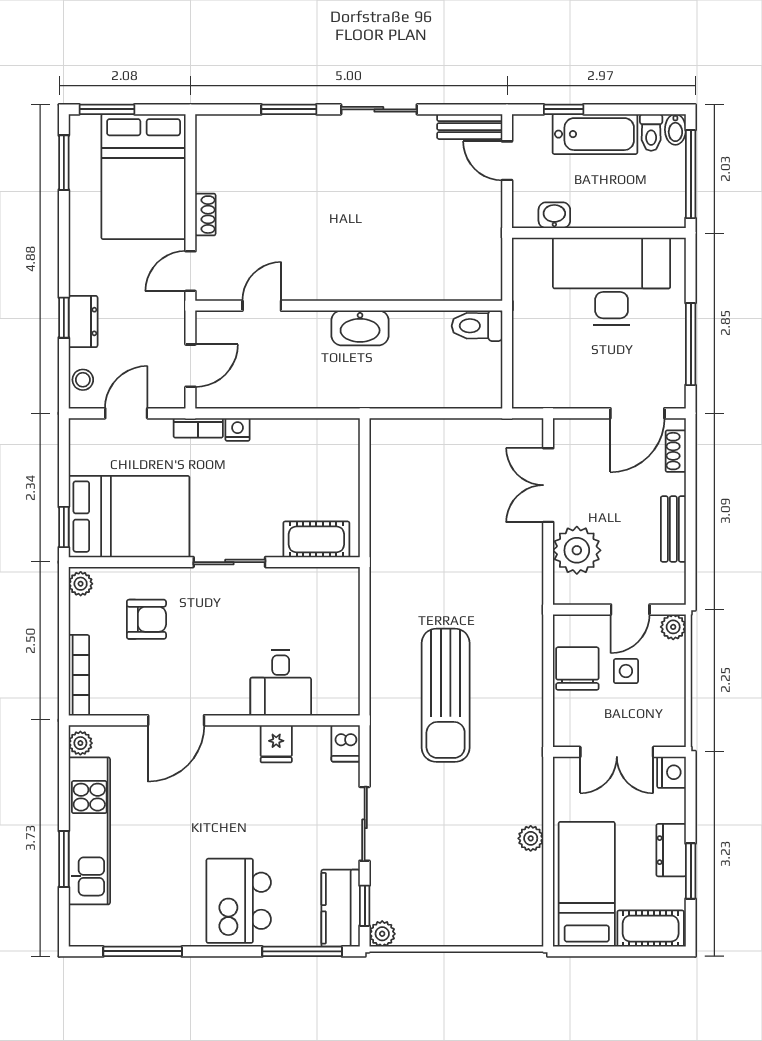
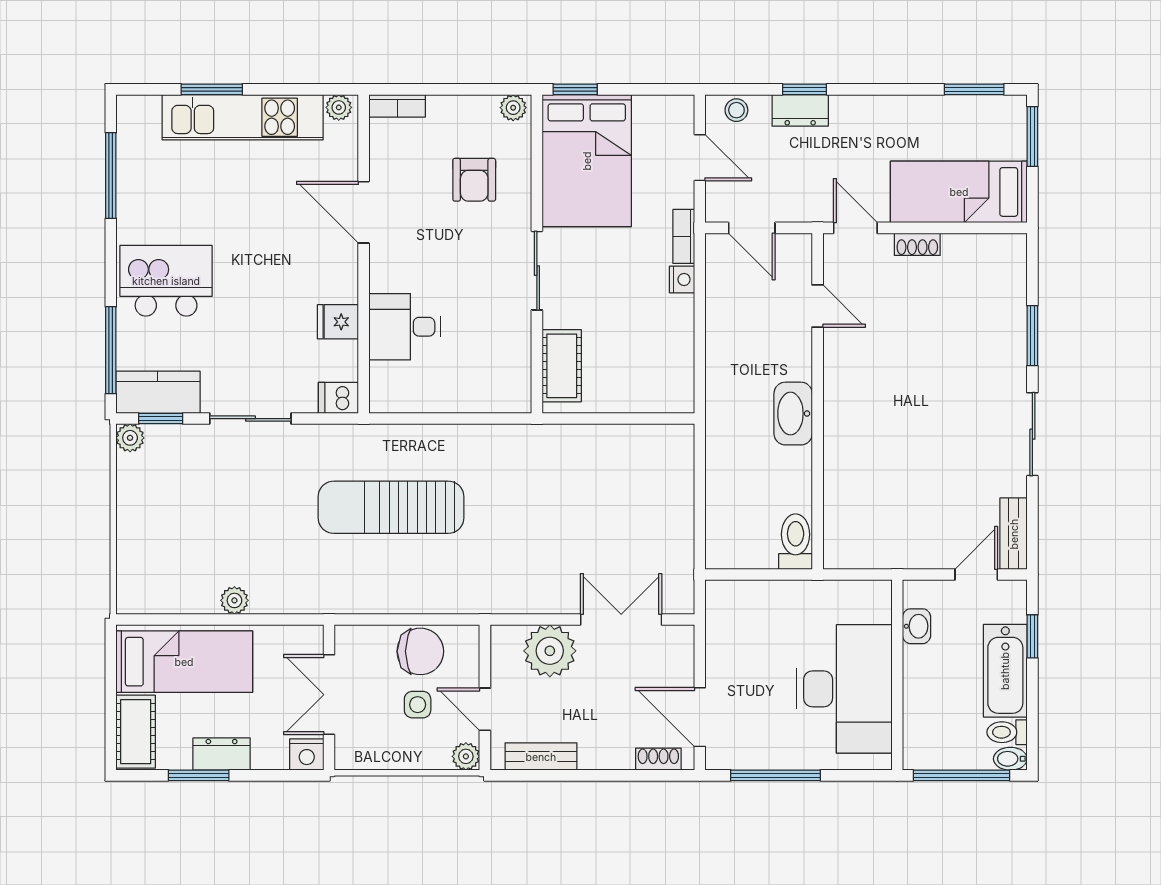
bed: (144, 177) -> (959, 192), width x0.67
bench: (673, 529) -> (541, 757), moved
bookcase: (79, 675) -> (397, 106), width x0.64

